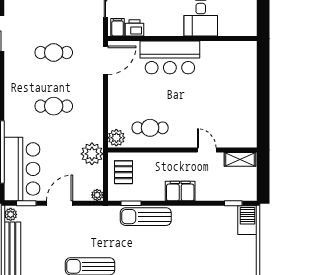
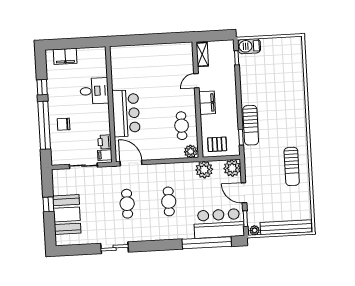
filing cabinet: (180, 191) -> (207, 103), moved, turned 180
plant: (97, 195) -> (232, 168), width x1.88, depth x1.88

